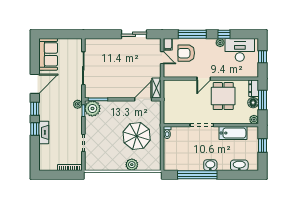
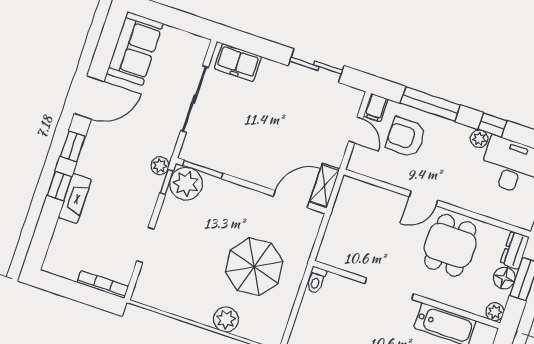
freezer: (98, 45) -> (238, 63), added

